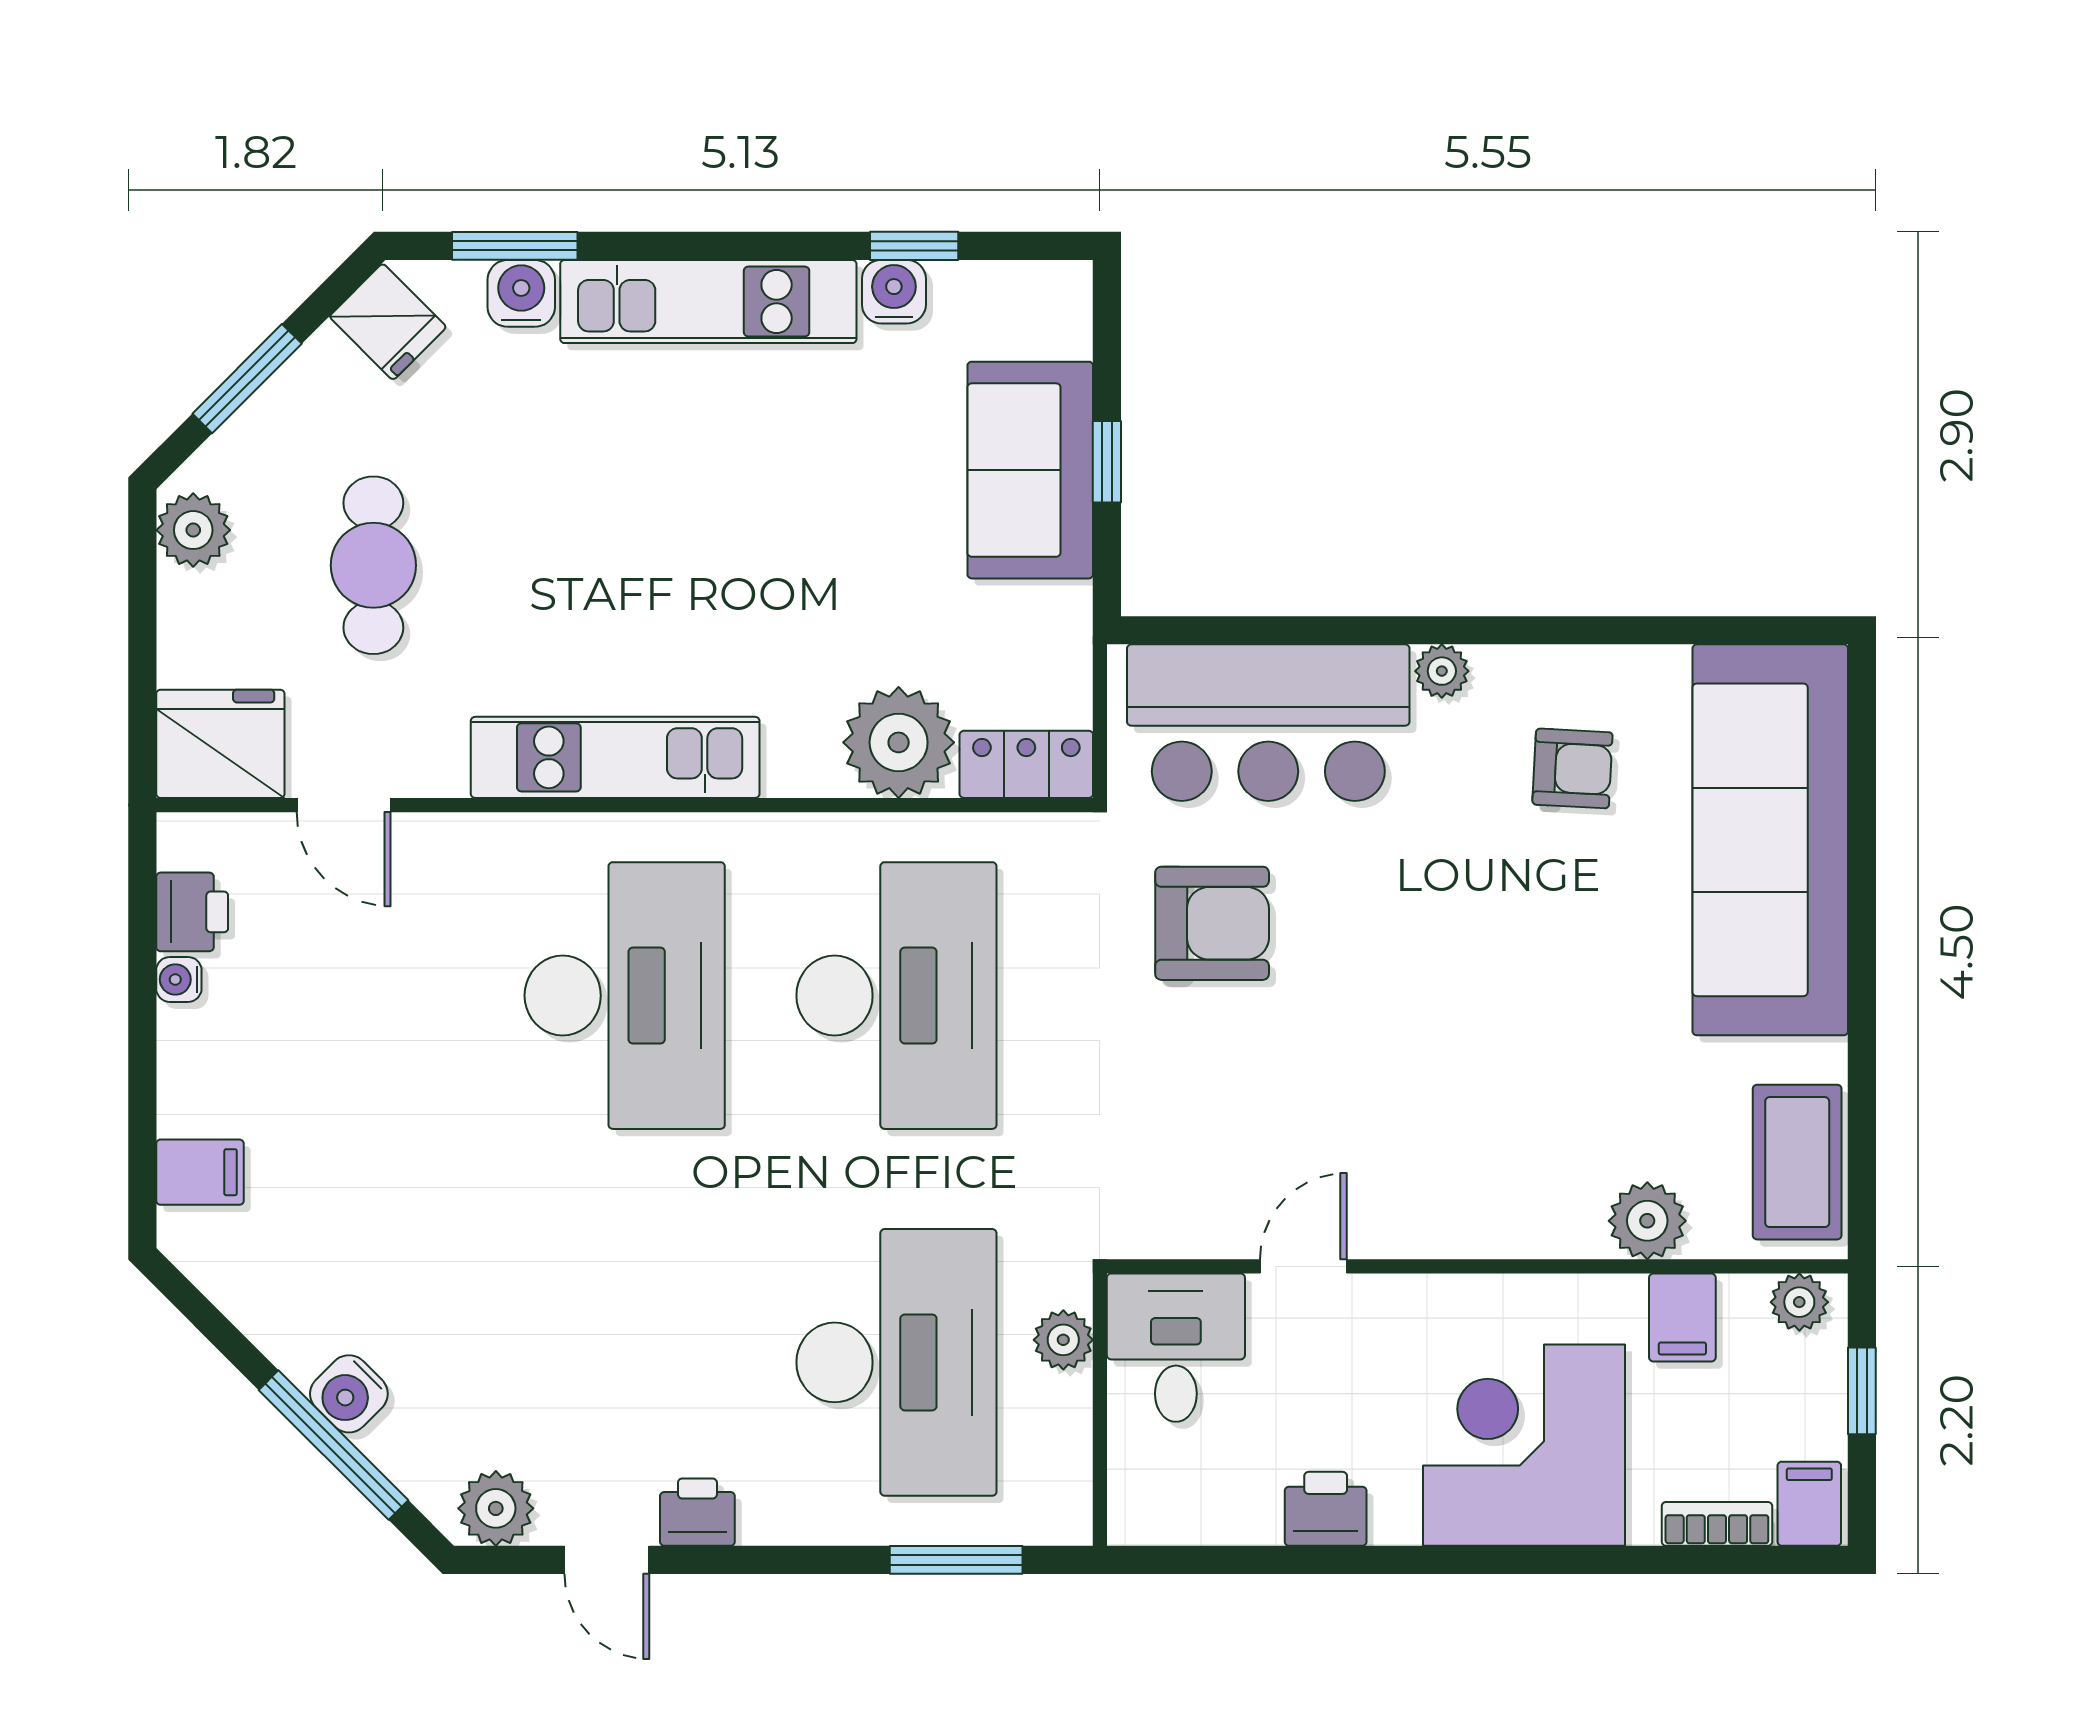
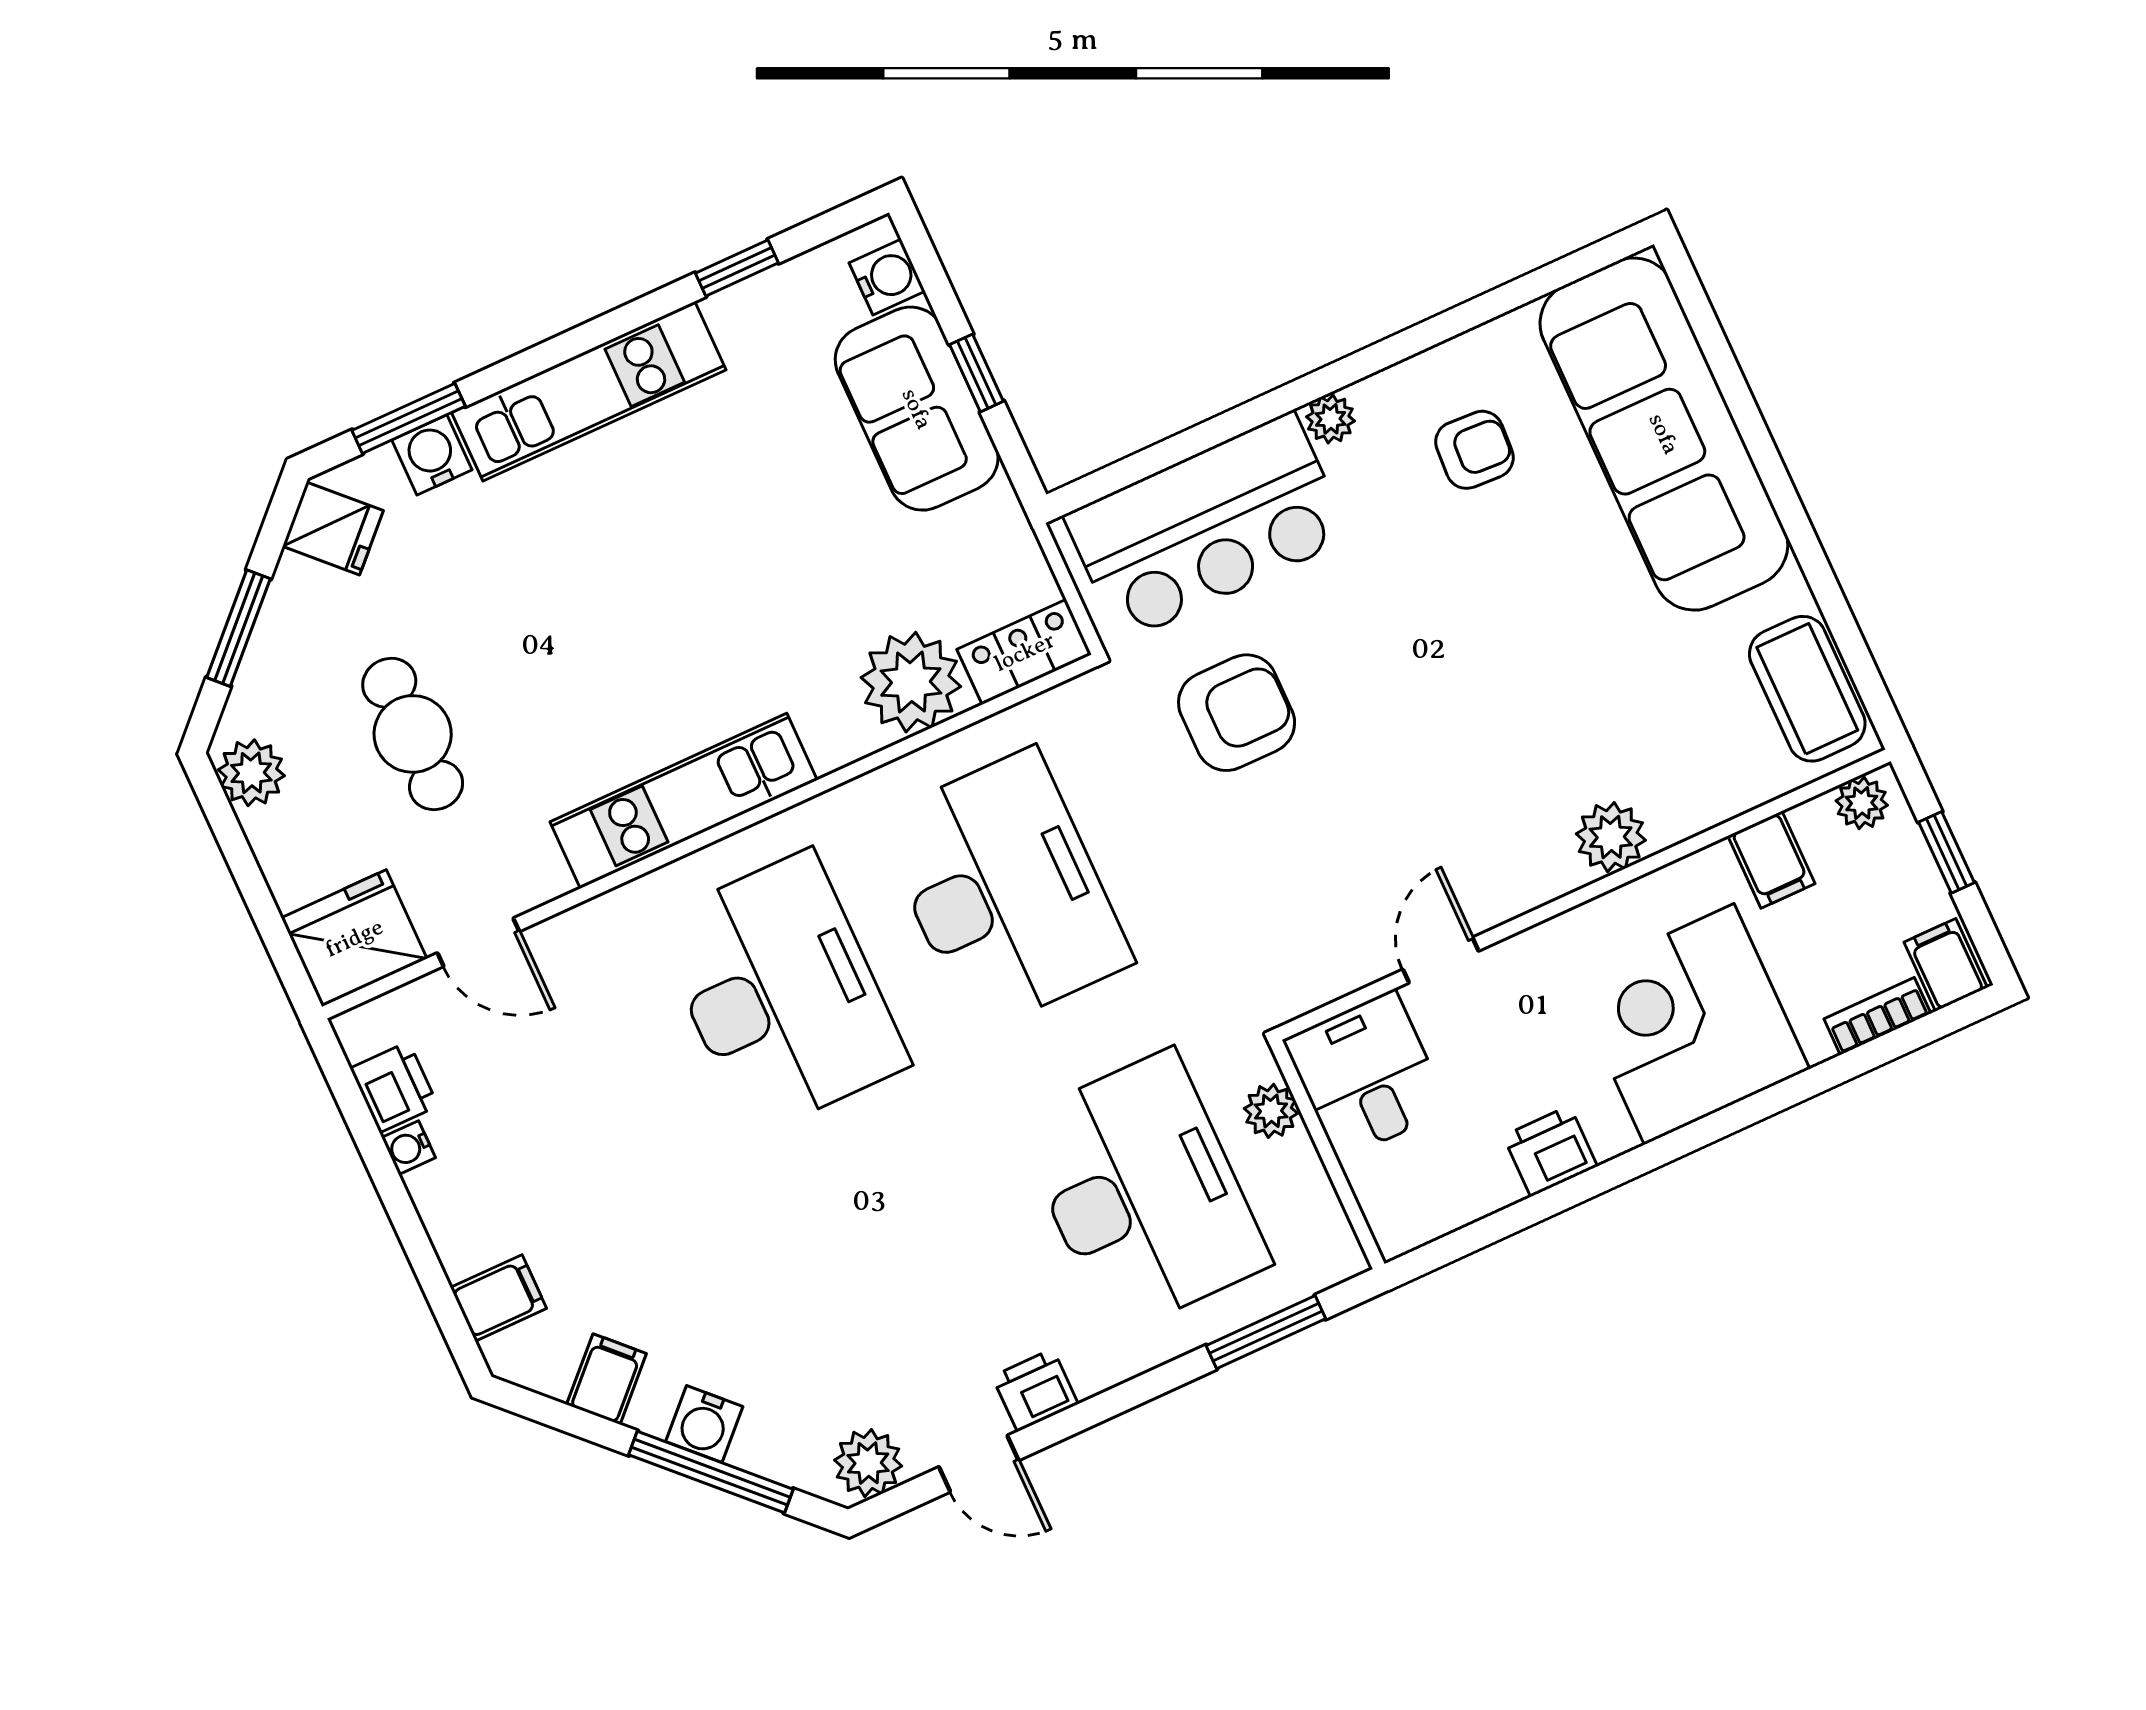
water cooler: (894, 292) -> (887, 277), moved, turned 90
plant: (1647, 1221) -> (1611, 837), moved
filing cabinet: (271, 1304) -> (606, 1379), added

